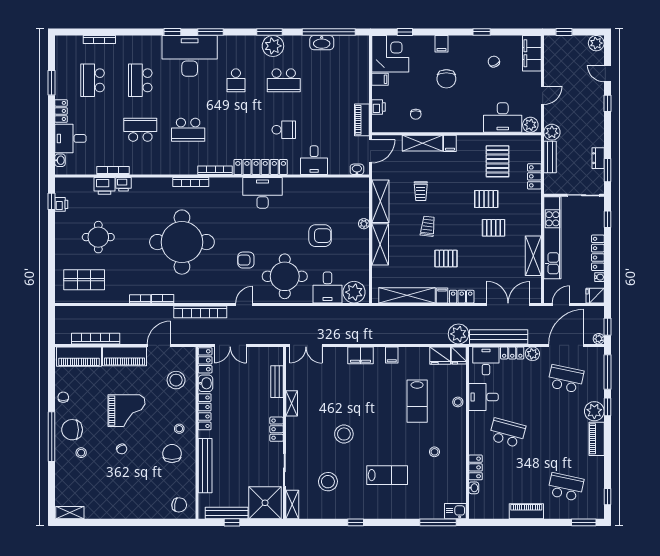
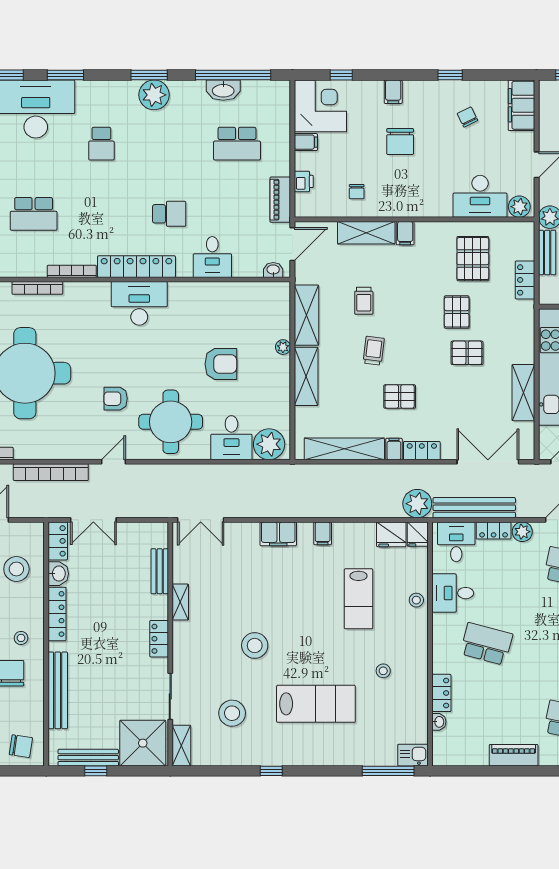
school desk: (284, 80) -> (237, 144), moved
pallet: (486, 199) -> (457, 312), turned 90
lab bench: (387, 475) -> (316, 704), width x1.36, depth x1.39

